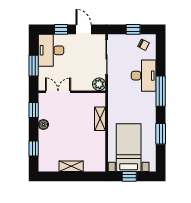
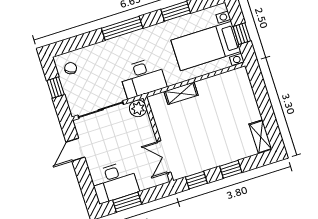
window: (61, 29) -> (84, 178), removed
window: (34, 66) -> (127, 202), moved
desk: (144, 76) -> (143, 78), moved, turned 180
boiler: (43, 125) -> (211, 162), removed
window: (34, 149) -> (231, 169), moved
shelving: (71, 166) -> (261, 137), moved

